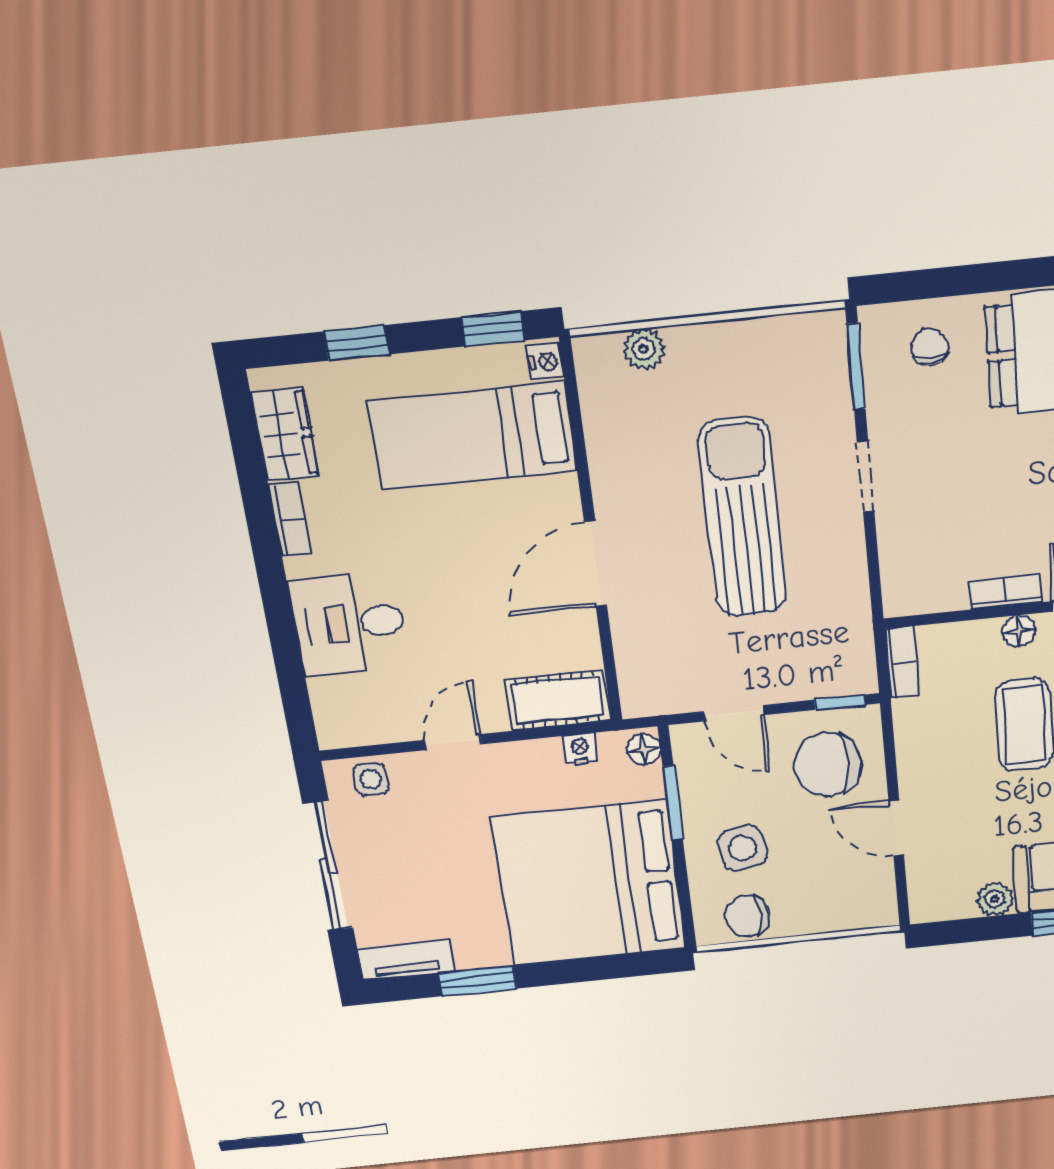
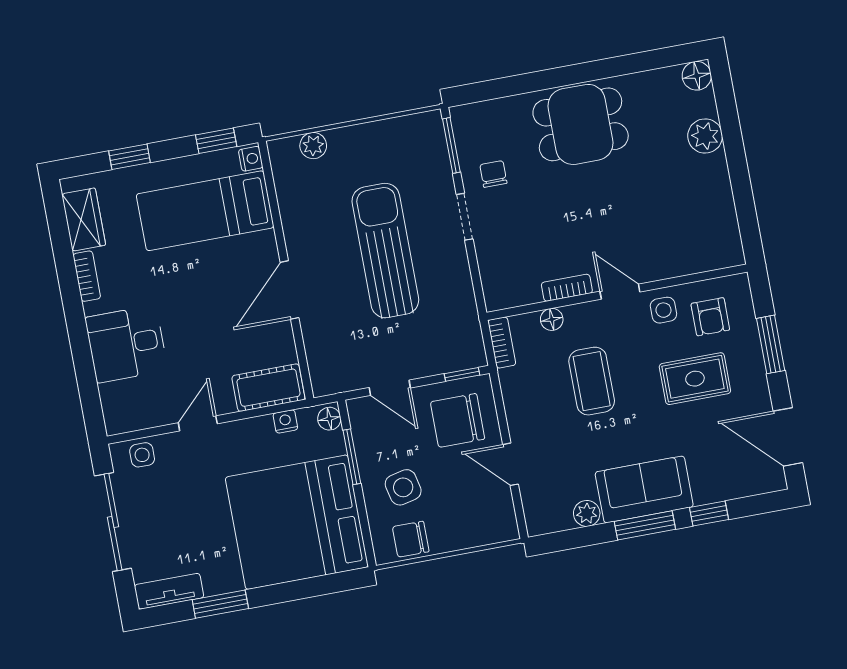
chair: (929, 347) -> (493, 174), moved
floor lamp: (1019, 631) -> (552, 319), moved

